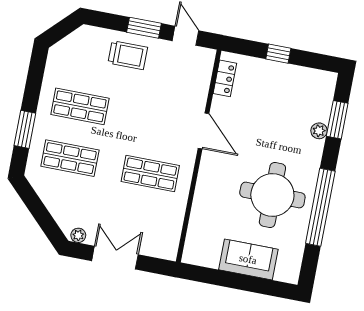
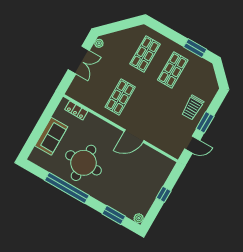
locker: (225, 78) -> (76, 110), moved
window: (25, 129) -> (195, 48), moved
plant: (319, 131) -> (139, 218), moved

